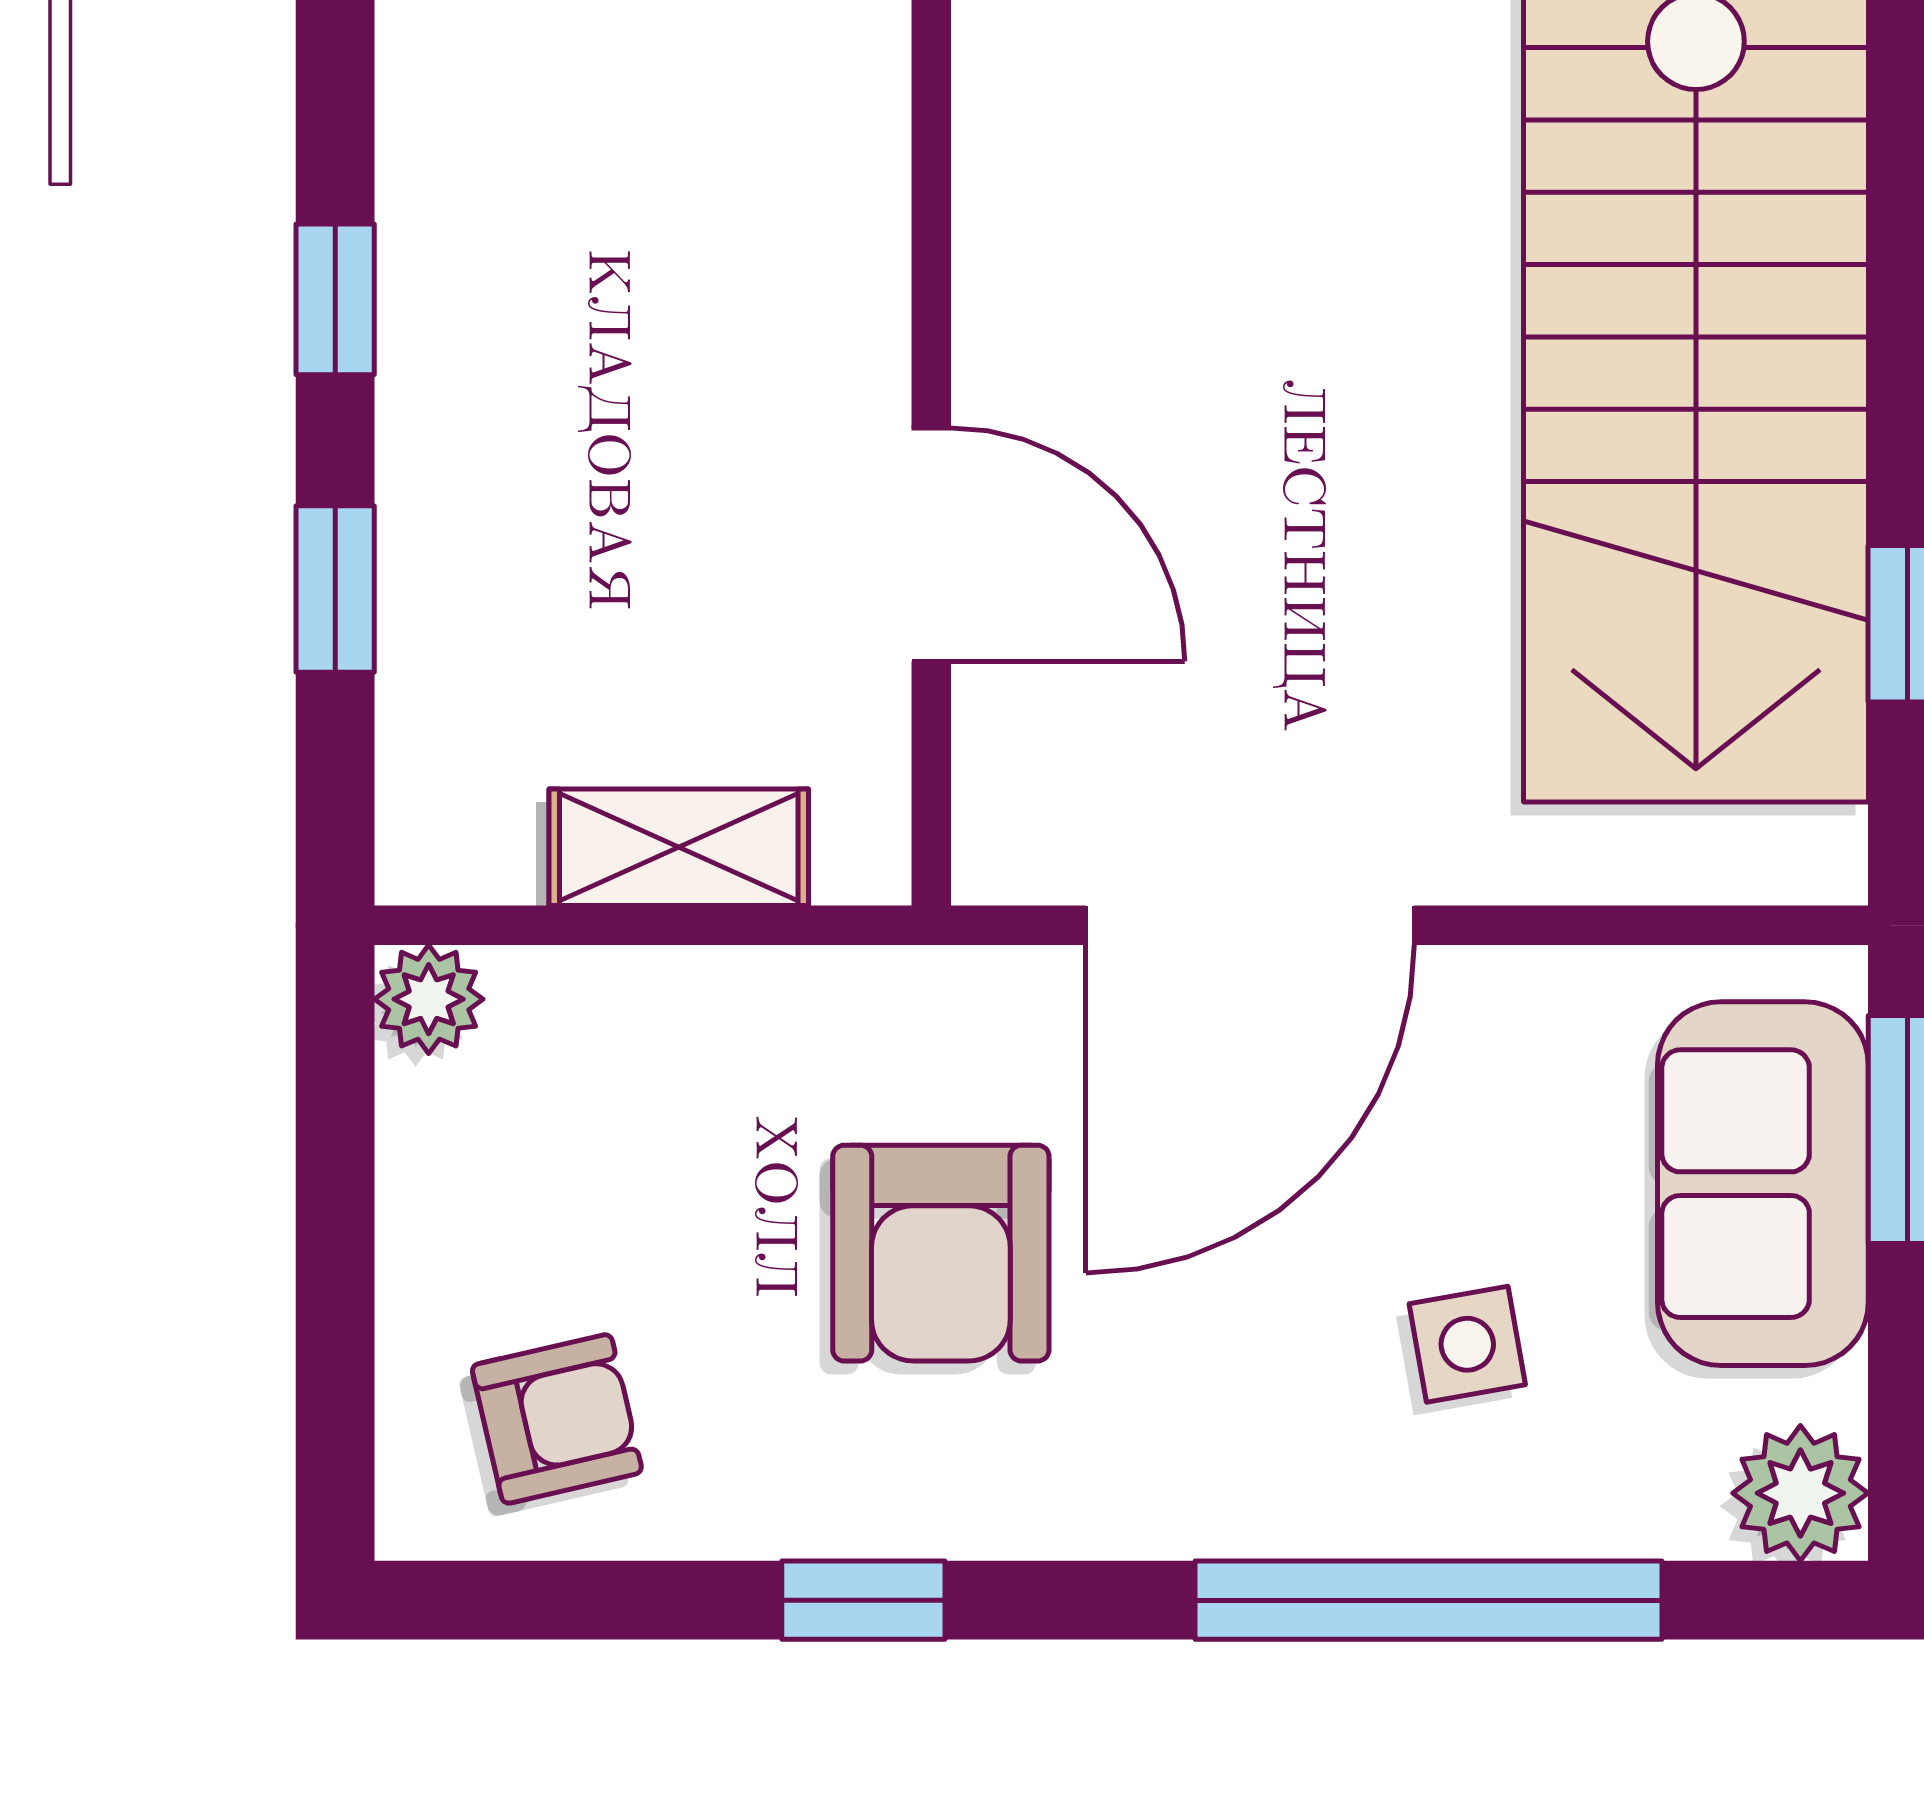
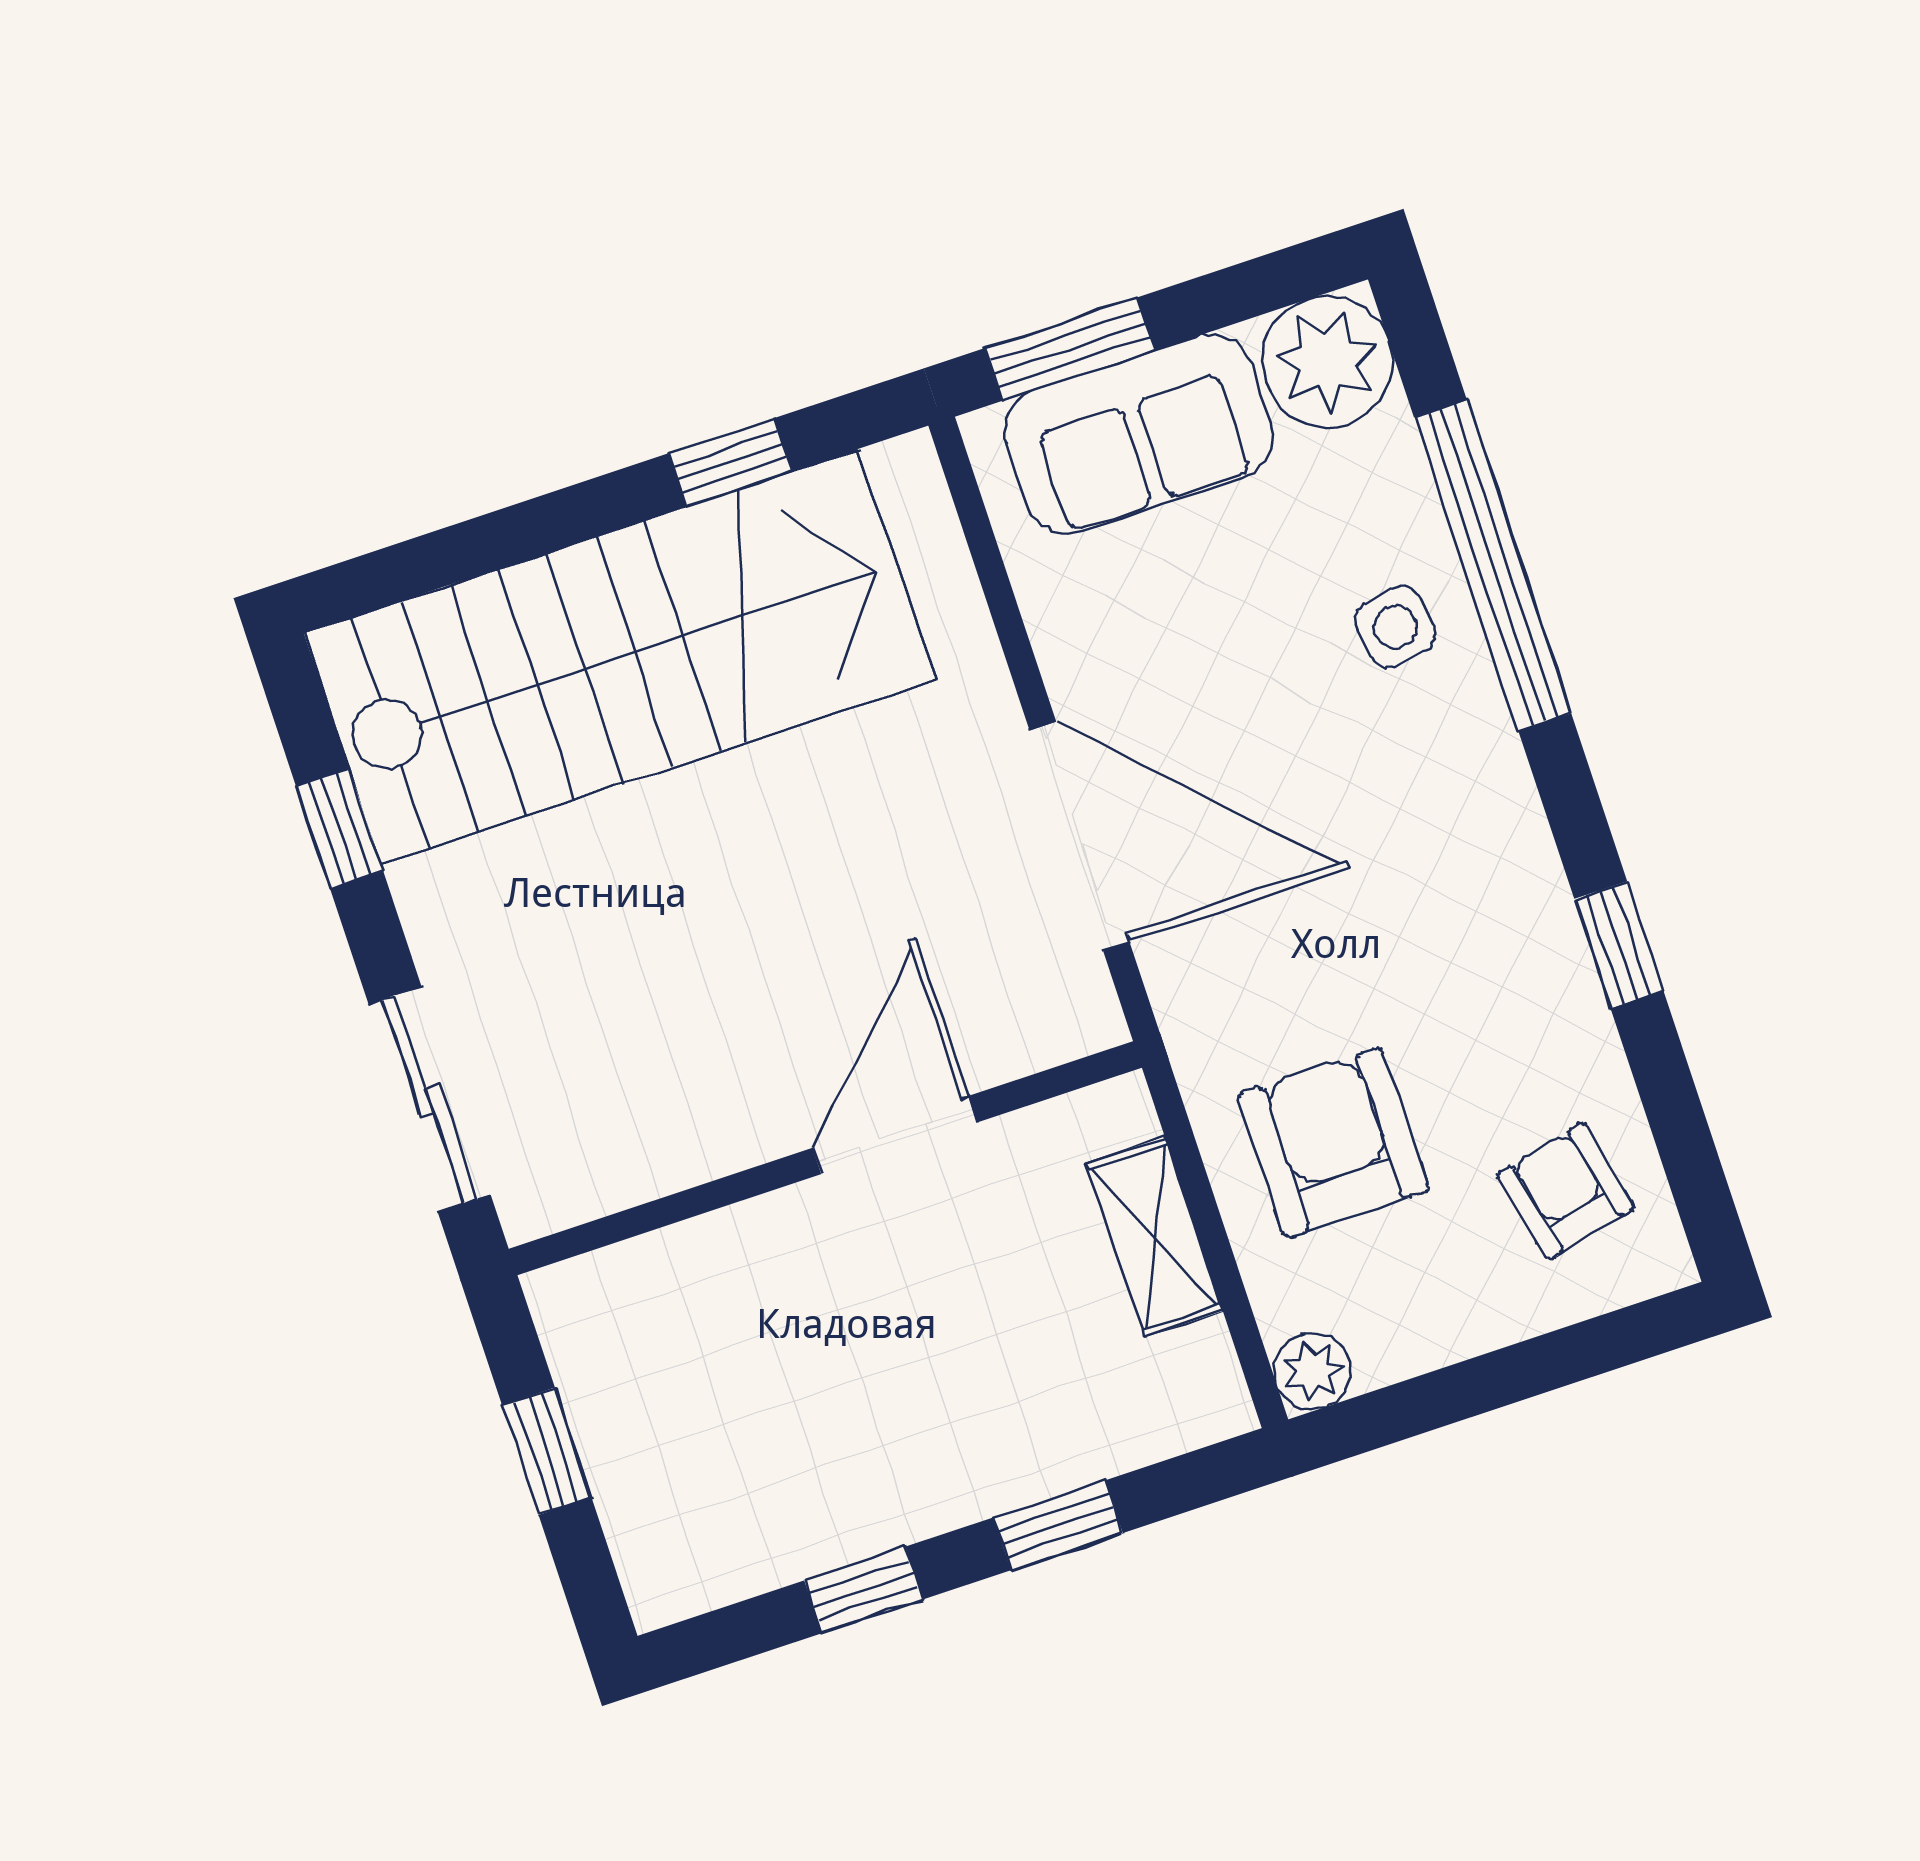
armchair: (941, 1253) -> (1333, 1142), moved, turned -90
side table: (1467, 1344) -> (1395, 627), moved
plant: (1800, 1493) -> (1327, 362), width x1.36, depth x1.36

